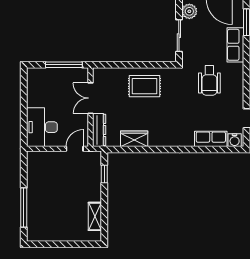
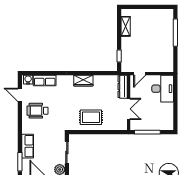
wheelchair: (209, 81) -> (37, 111), moved, turned -90
wardrobe: (134, 139) -> (83, 81), moved

